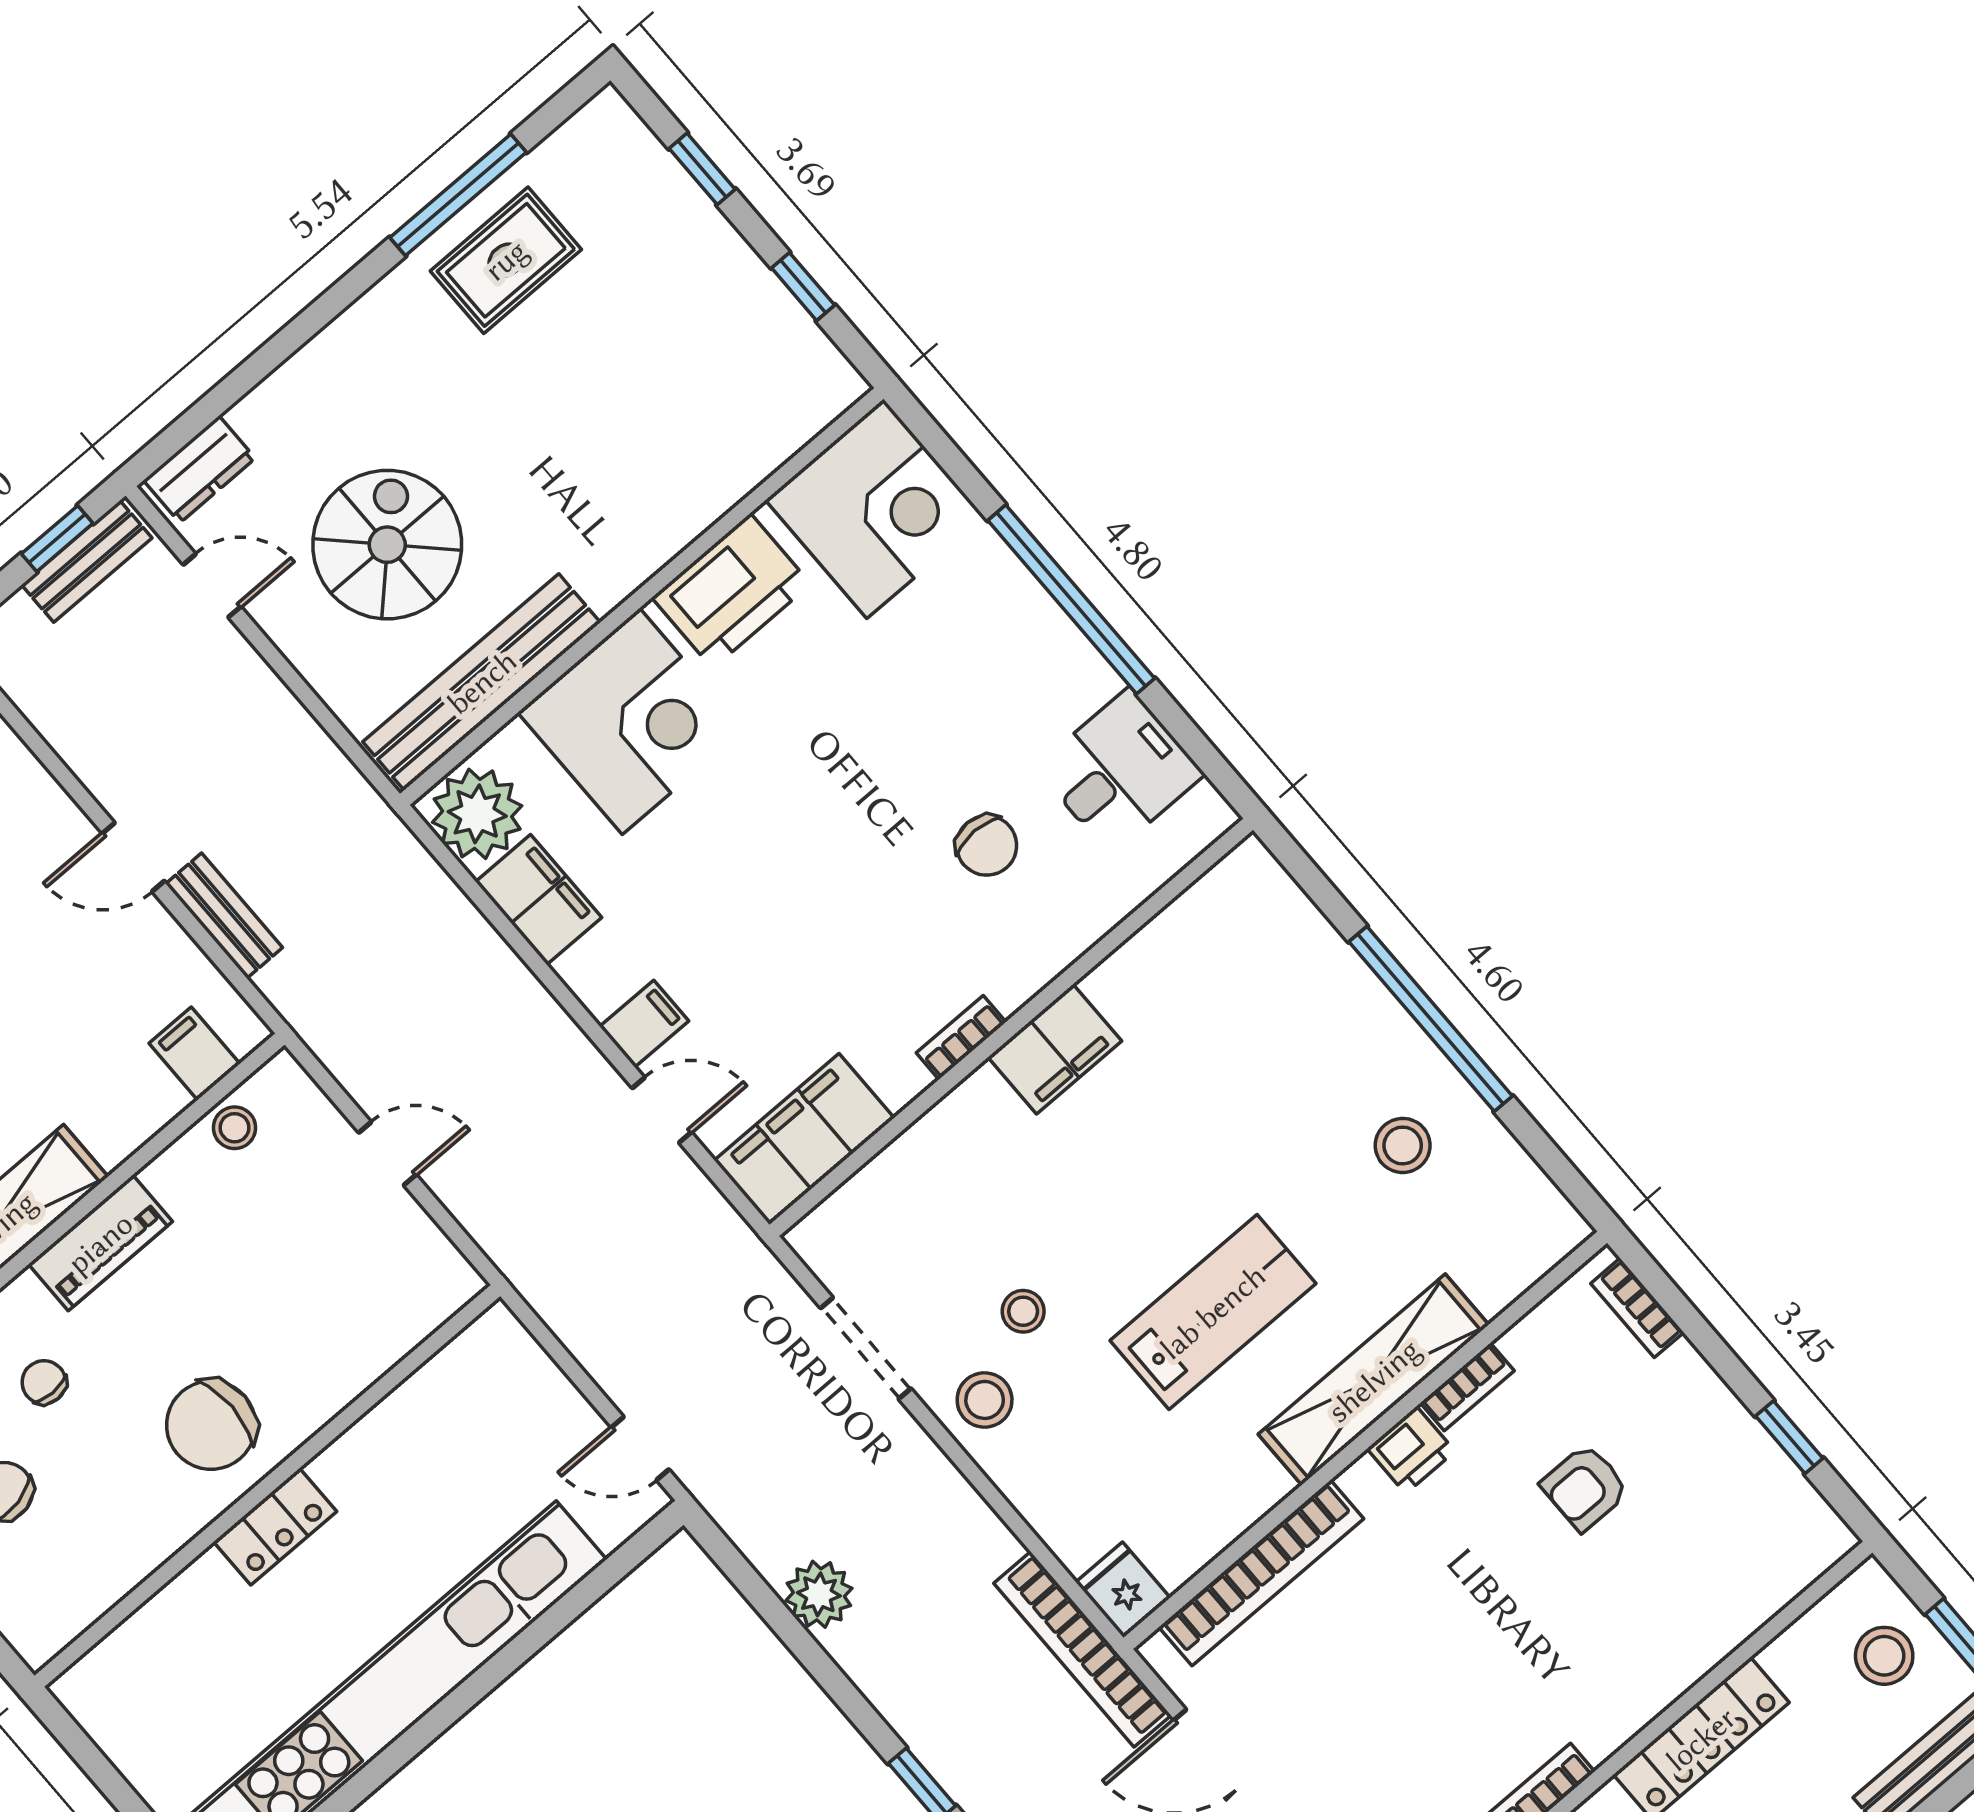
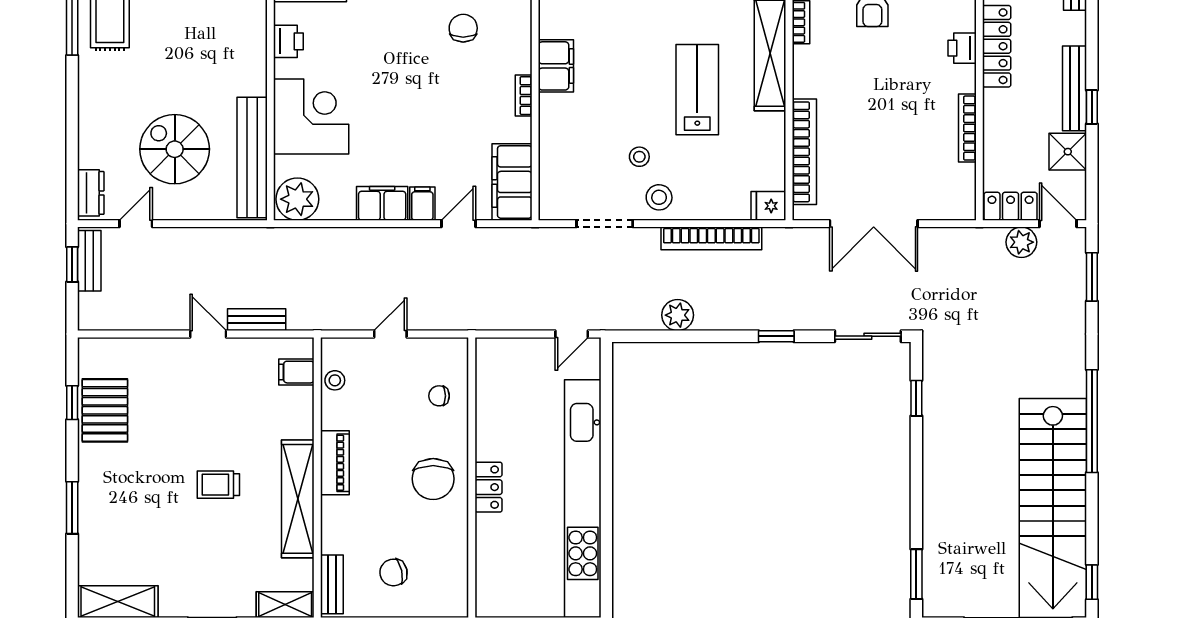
printer: (731, 591) -> (288, 41), width x0.53, depth x0.68
chair: (987, 845) -> (463, 28), turned -90
door: (133, 857) -> (208, 334), swing flipped
filing cabinet: (539, 900) -> (382, 203), moved
chair: (44, 1382) -> (439, 396), moved
printer: (1411, 1450) -> (962, 48), moved, turned 180
bookcase: (1082, 1649) -> (711, 238), moved

